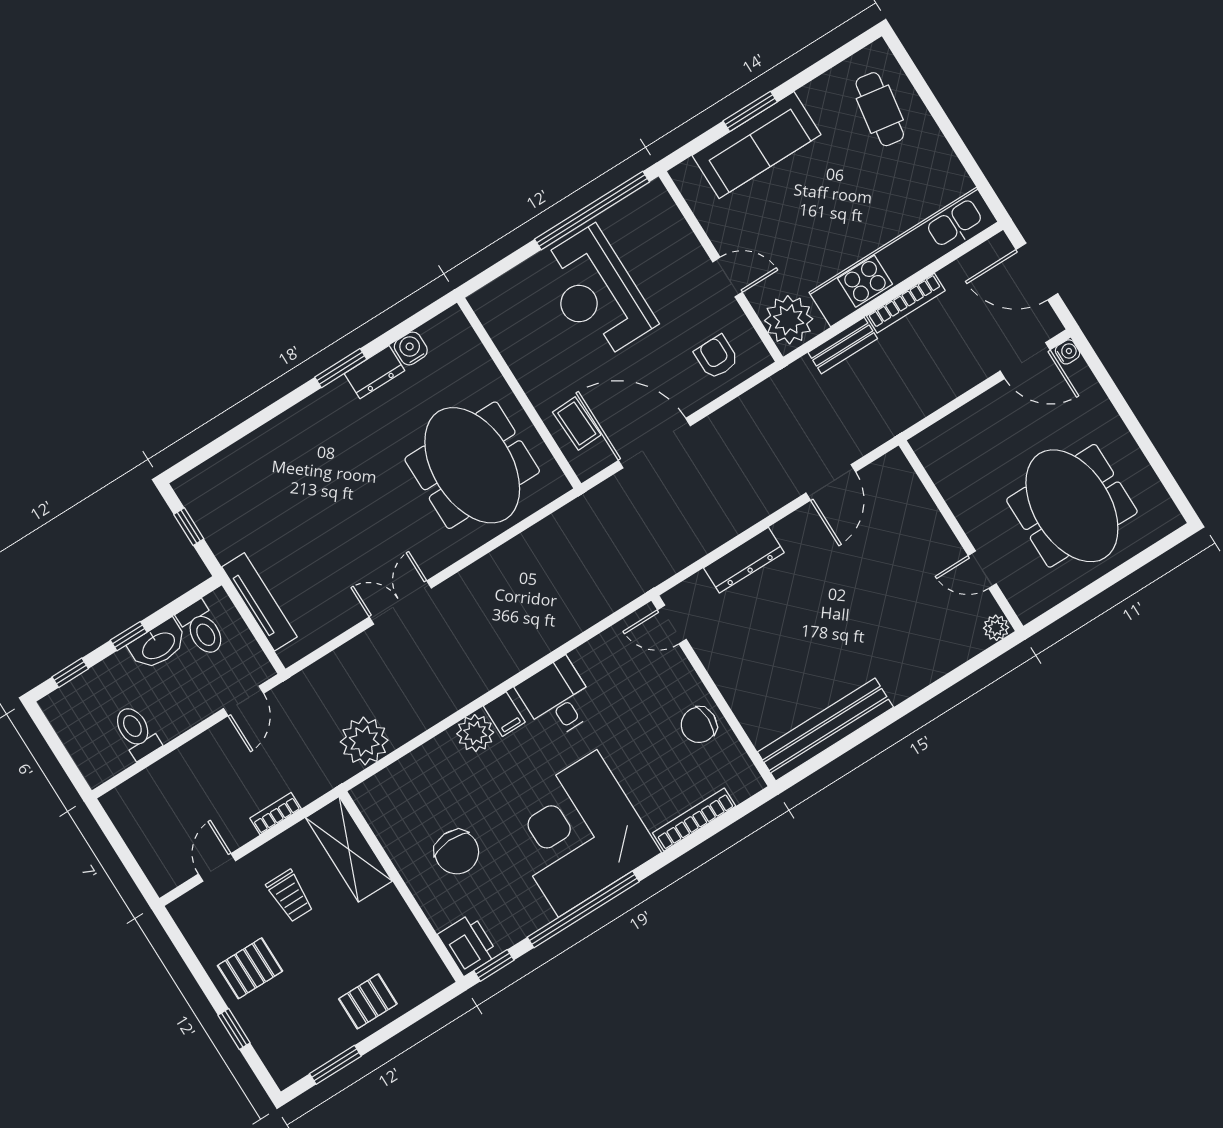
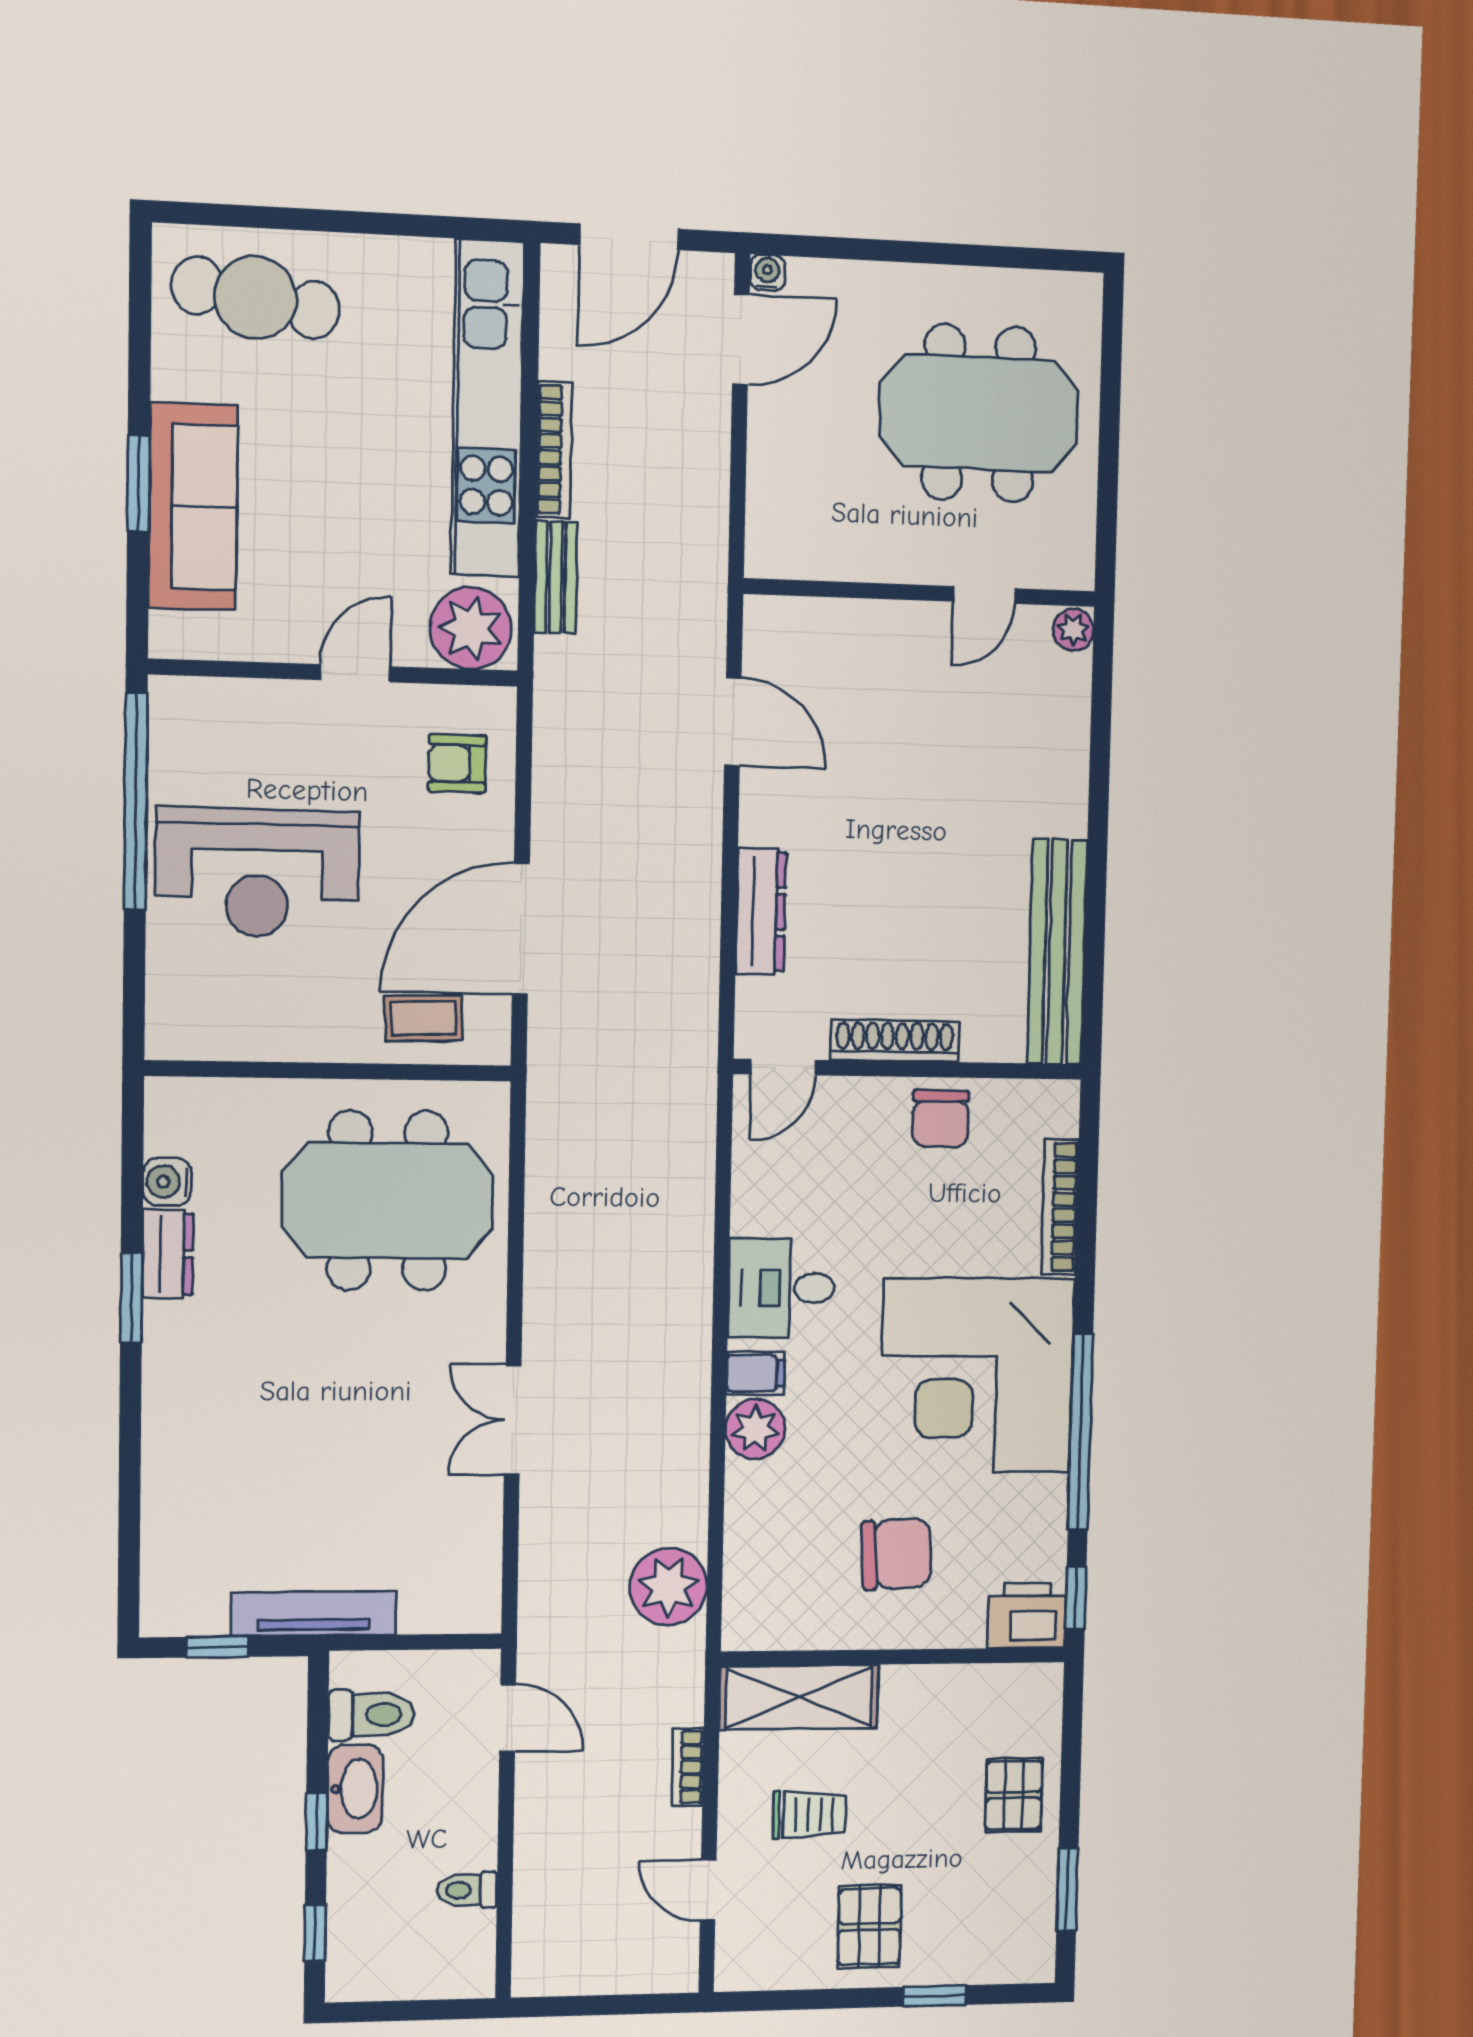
cafe table: (880, 109) -> (256, 298), width x1.37, depth x1.35
tv unit: (259, 602) -> (314, 1614), moved
shoe rack: (723, 674) -> (895, 1041), added
toilet: (136, 732) -> (467, 1890), width x0.73, depth x0.72

